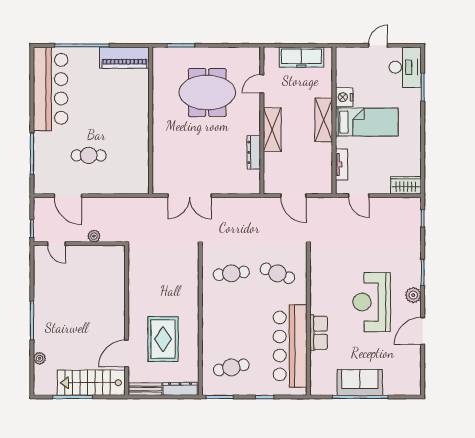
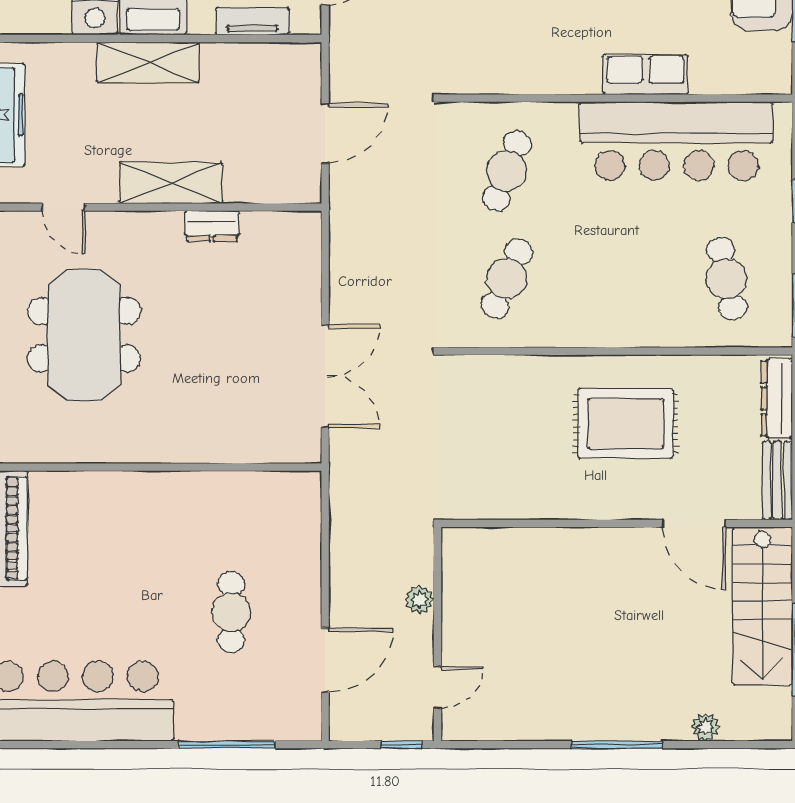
dresser: (254, 152) -> (212, 226), width x0.70
cafe table: (231, 273) -> (507, 279), turned 30
rug: (163, 339) -> (626, 424), moved

